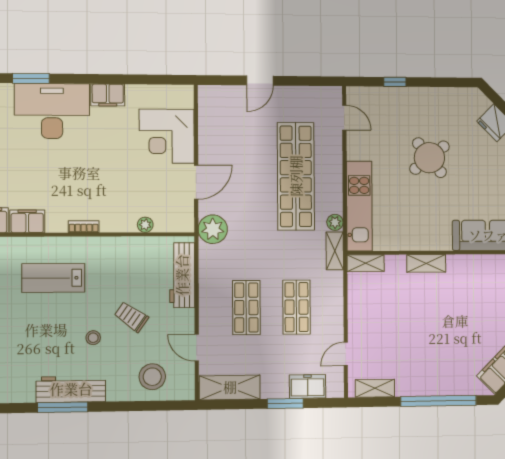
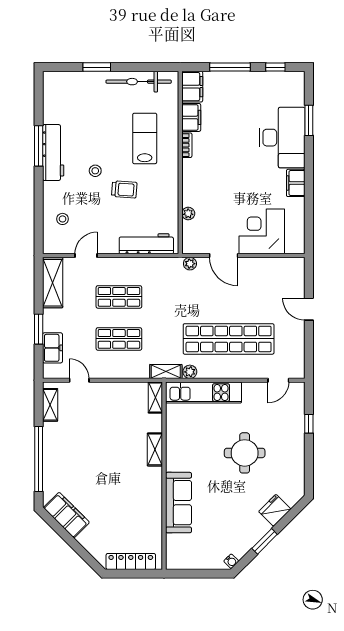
round table: (429, 158) -> (245, 453), turned 38
bookcase: (84, 227) -> (187, 145), moved
plant: (213, 229) -> (190, 264), width x0.53, depth x0.53
trolley: (131, 317) -> (124, 189), moved, turned 59
stool: (152, 377) -> (63, 219), width x0.53, depth x0.53

